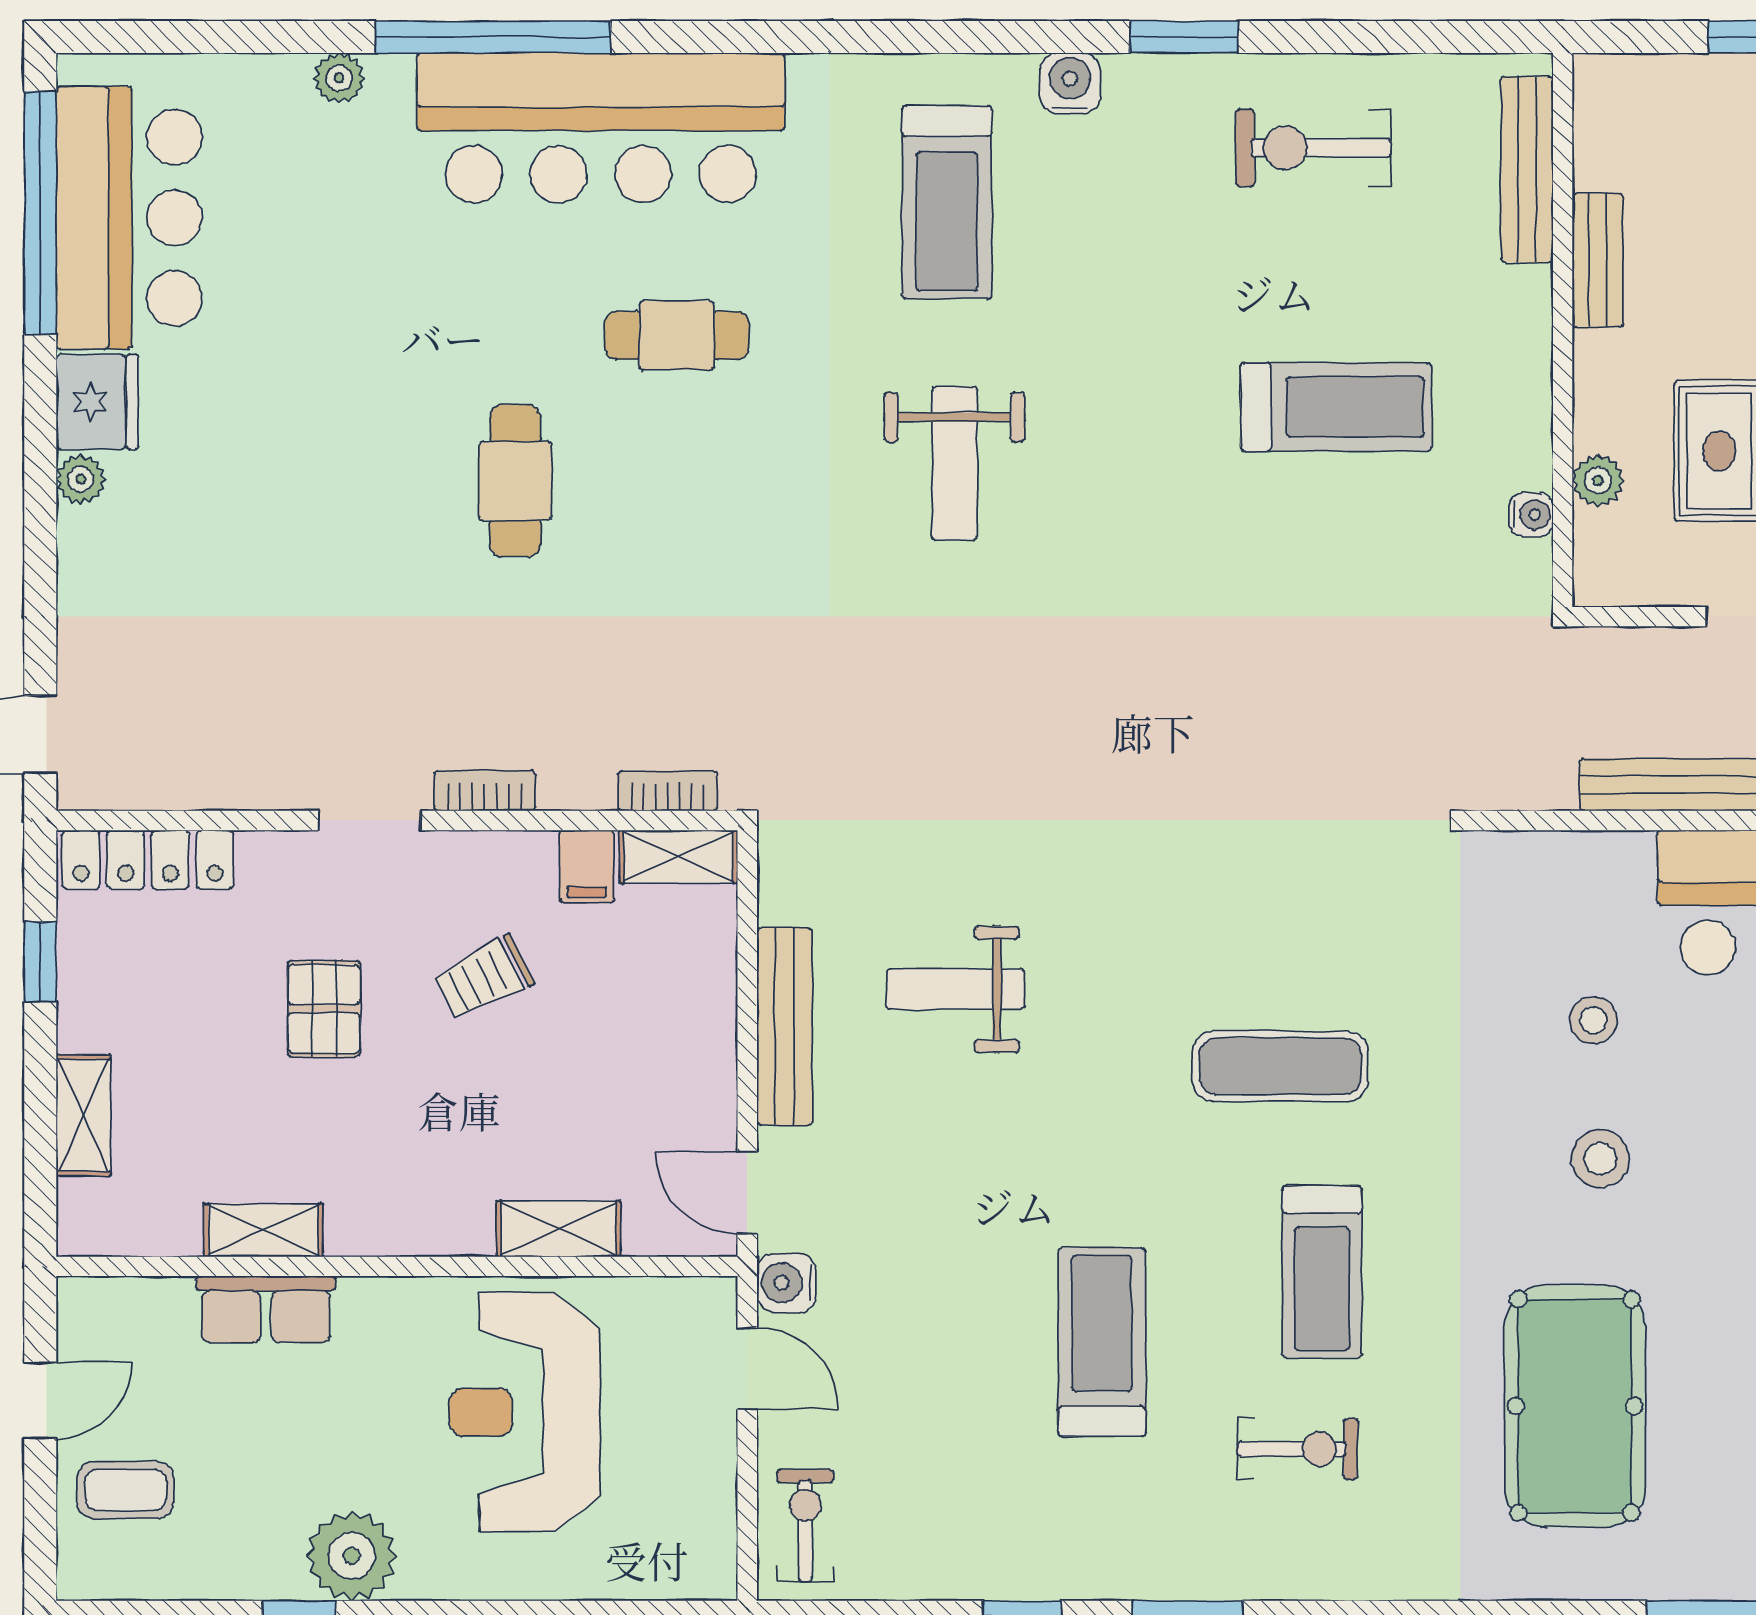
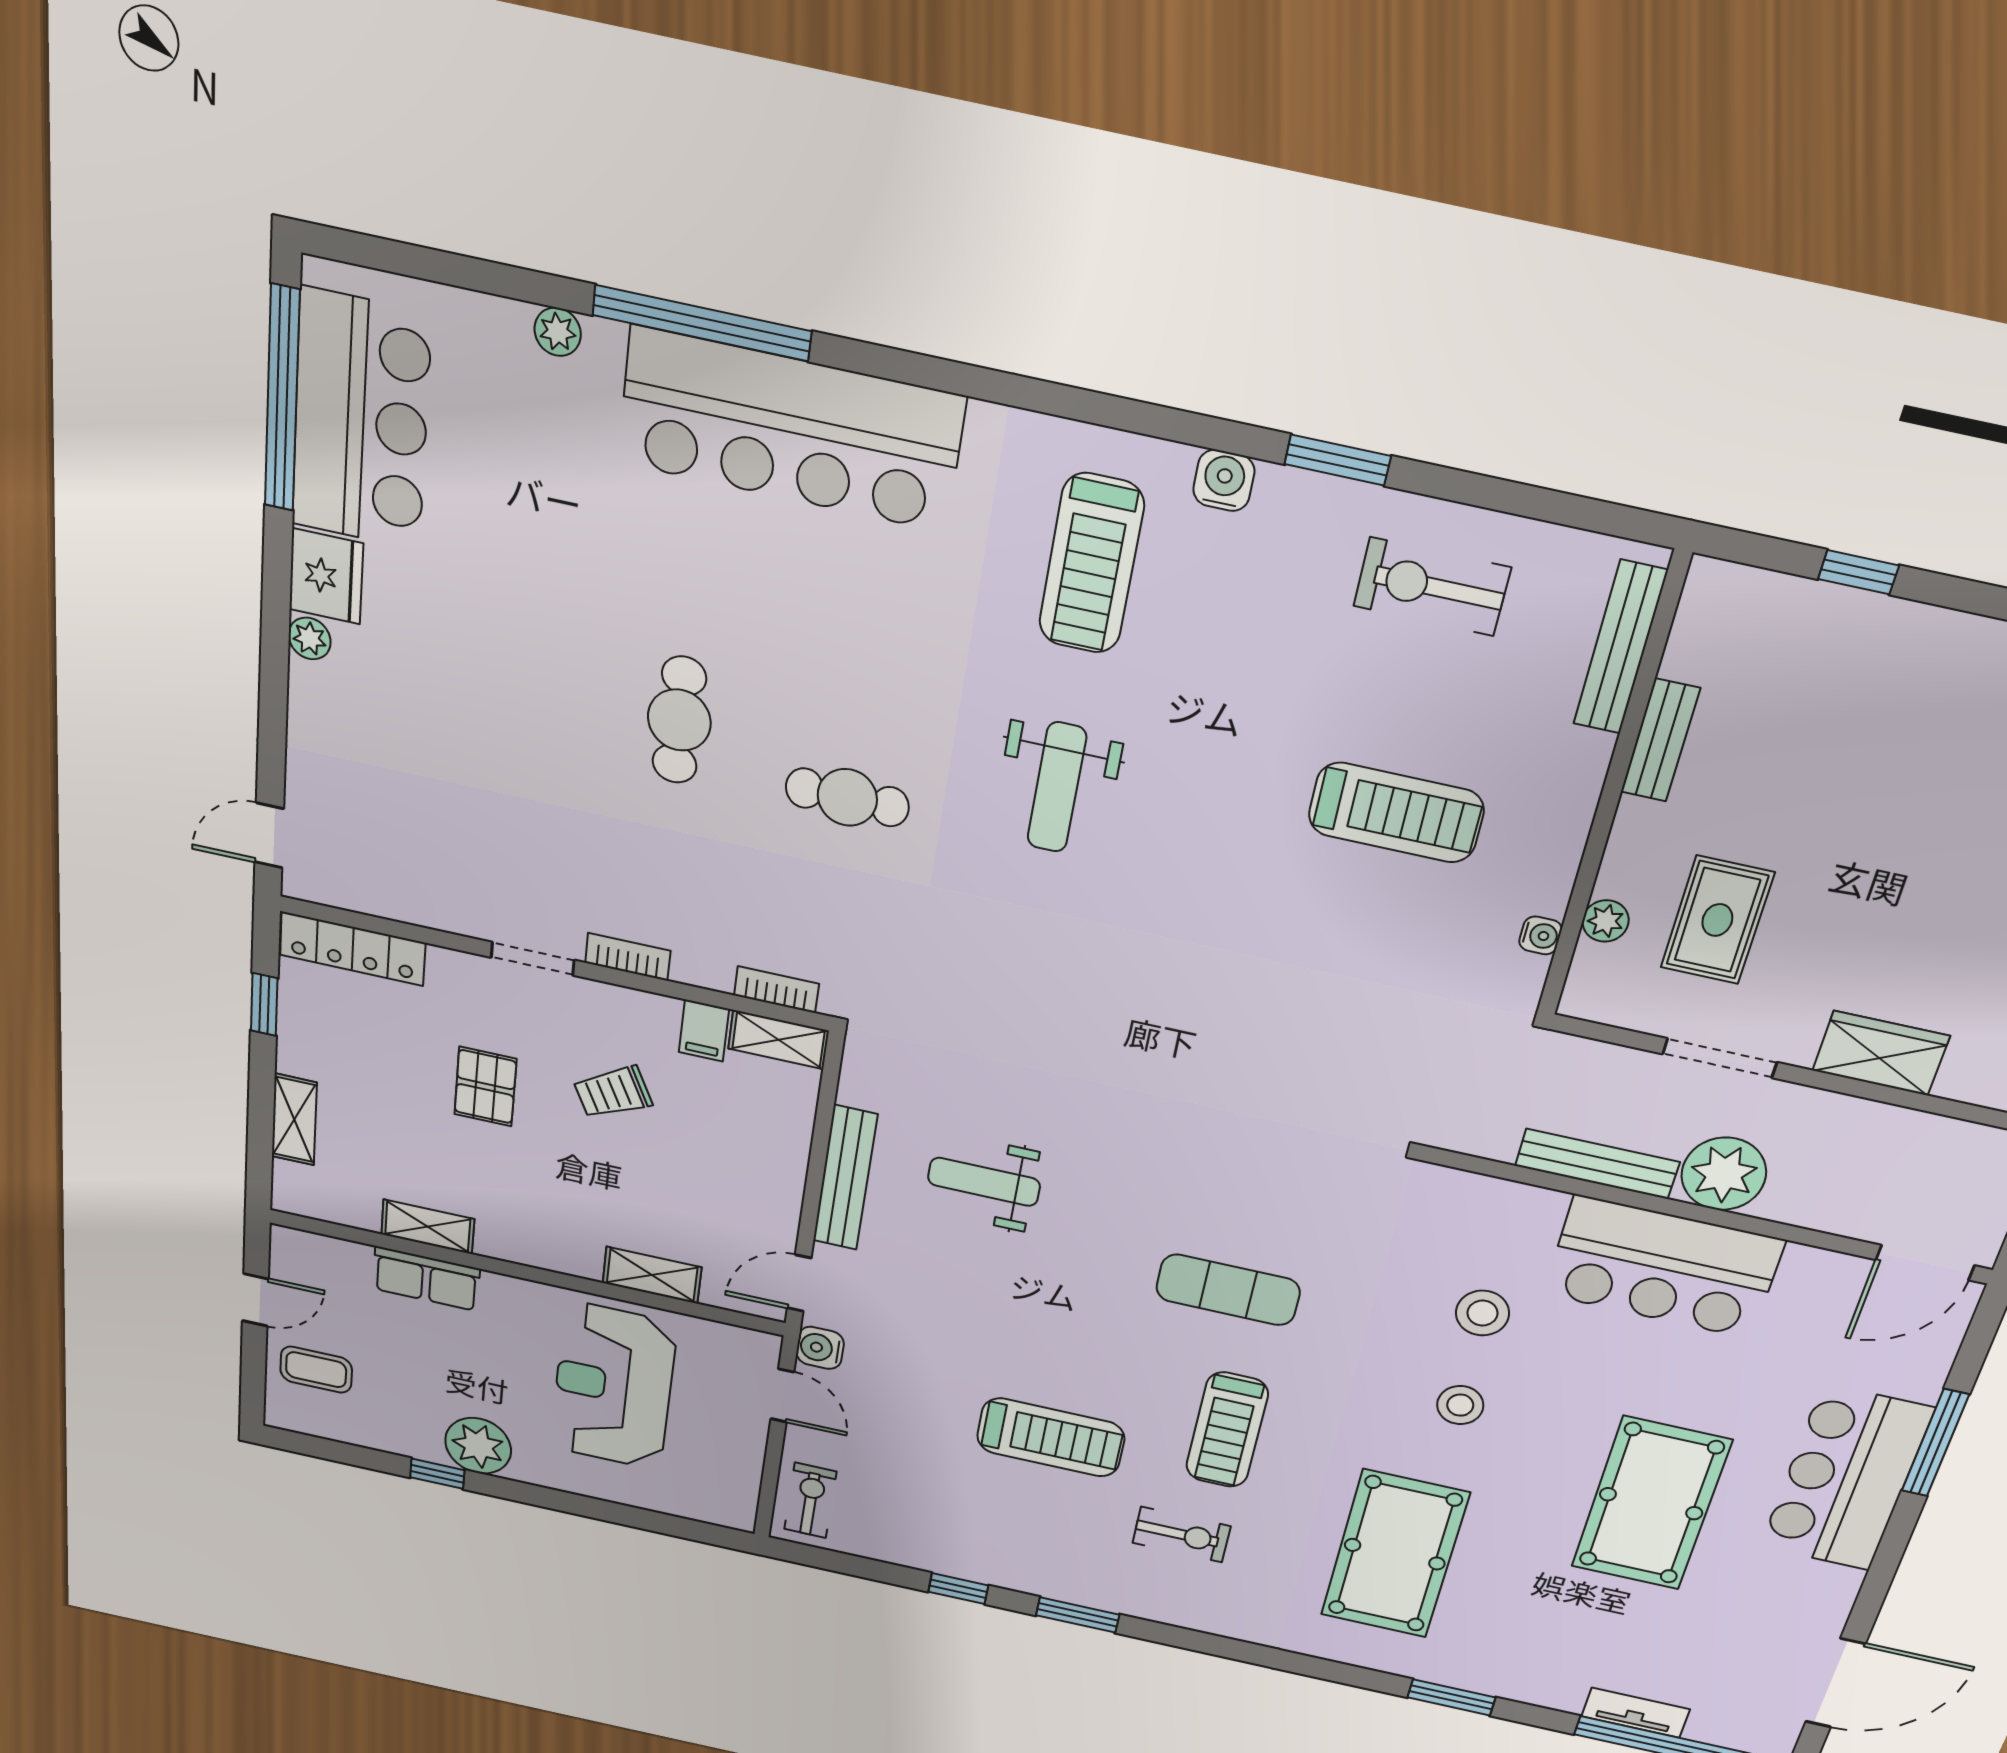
cafe table: (677, 335) -> (847, 797), moved
stool: (1593, 1020) -> (1482, 1313), width x1.37, depth x1.37
door: (747, 1193) -> (799, 1283), hinge flipped
treadmill: (1102, 1342) -> (1051, 1437), turned 90

